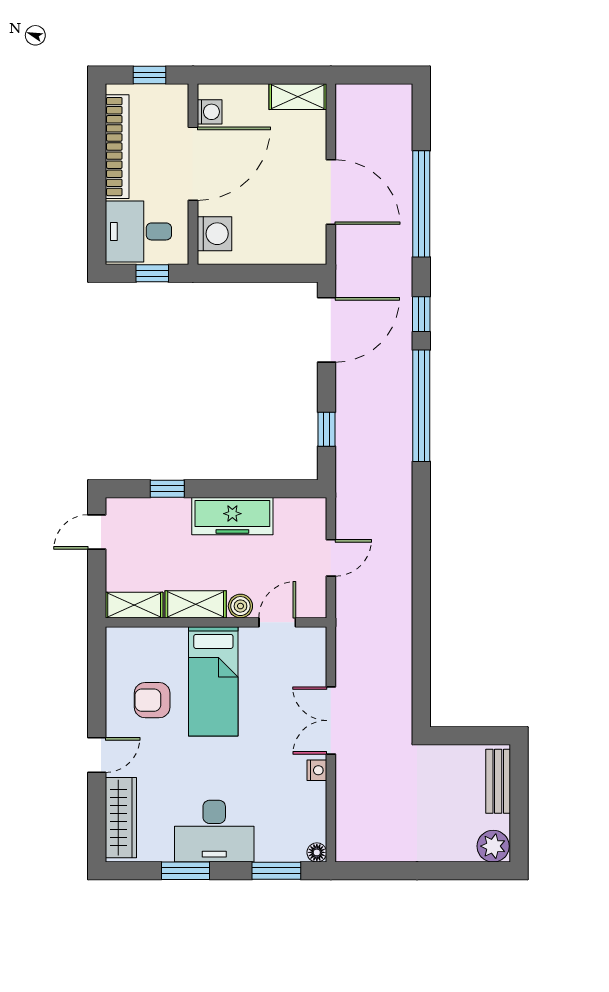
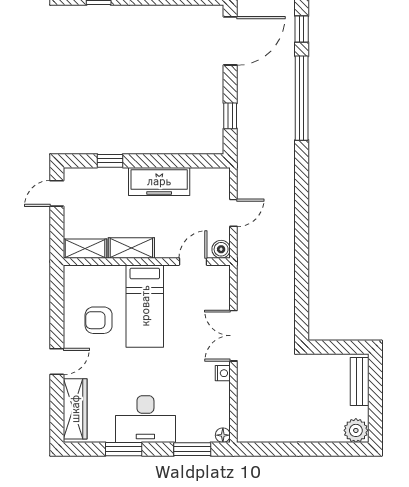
boiler: (240, 606) -> (221, 249), moved

